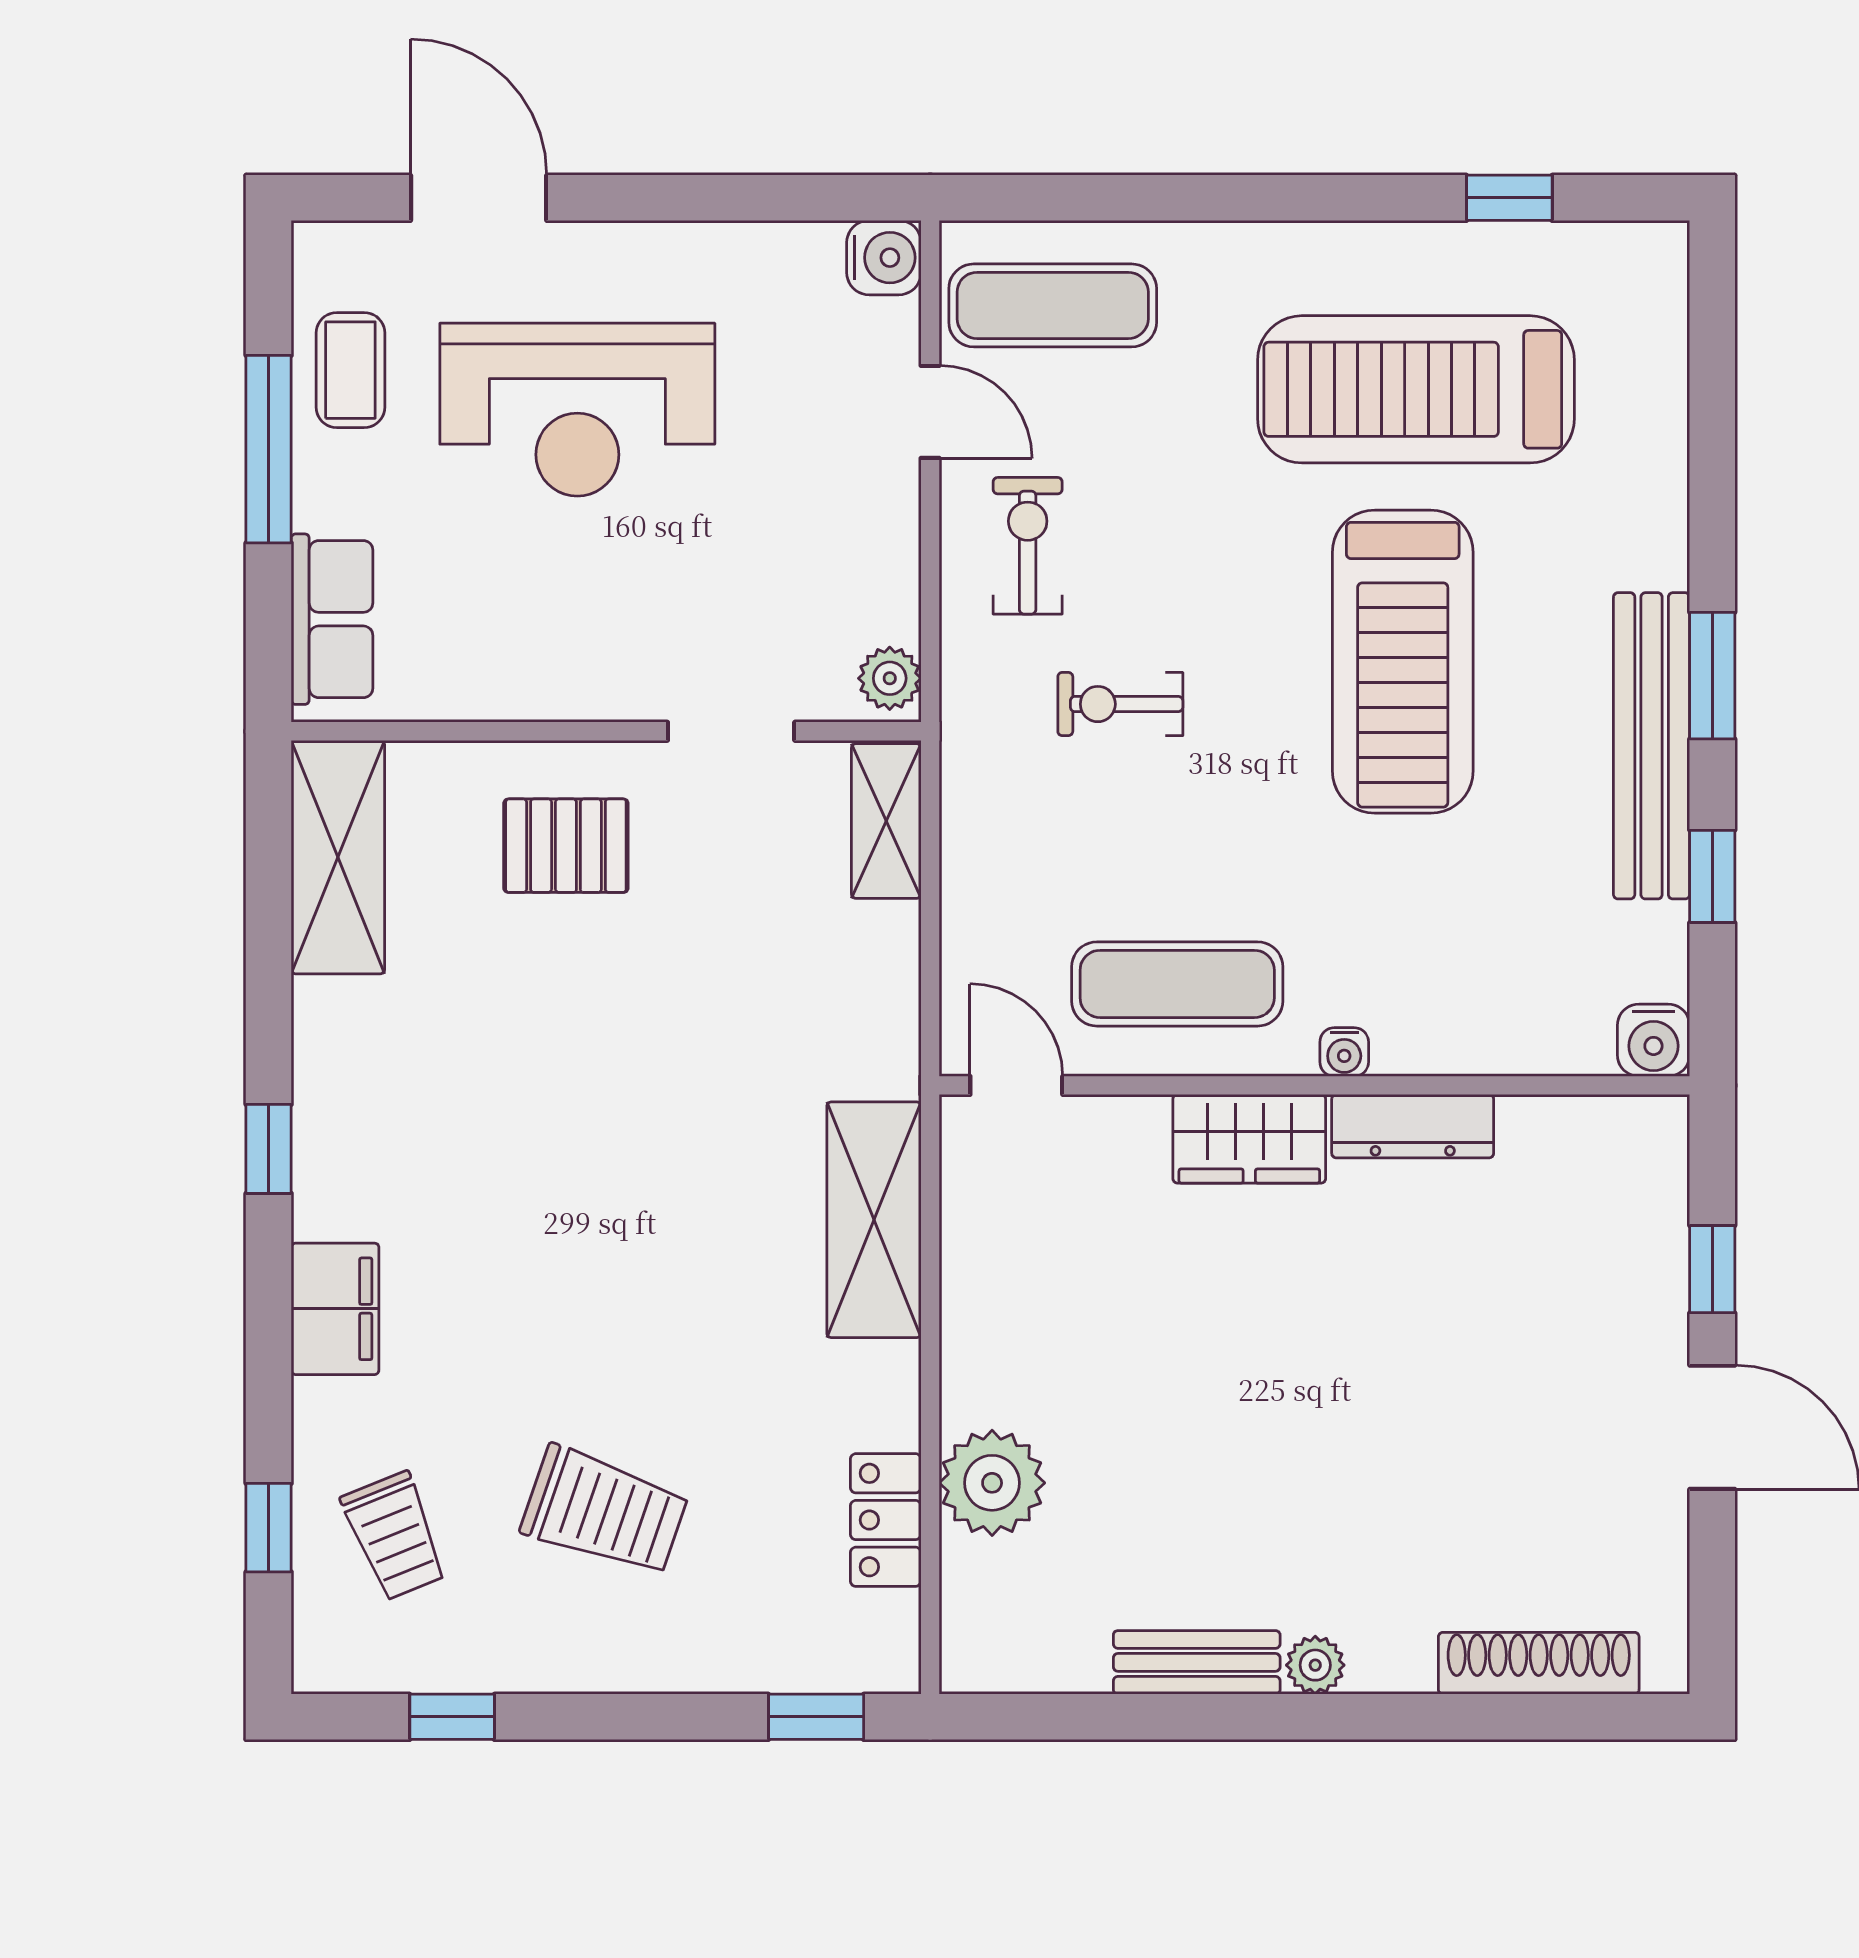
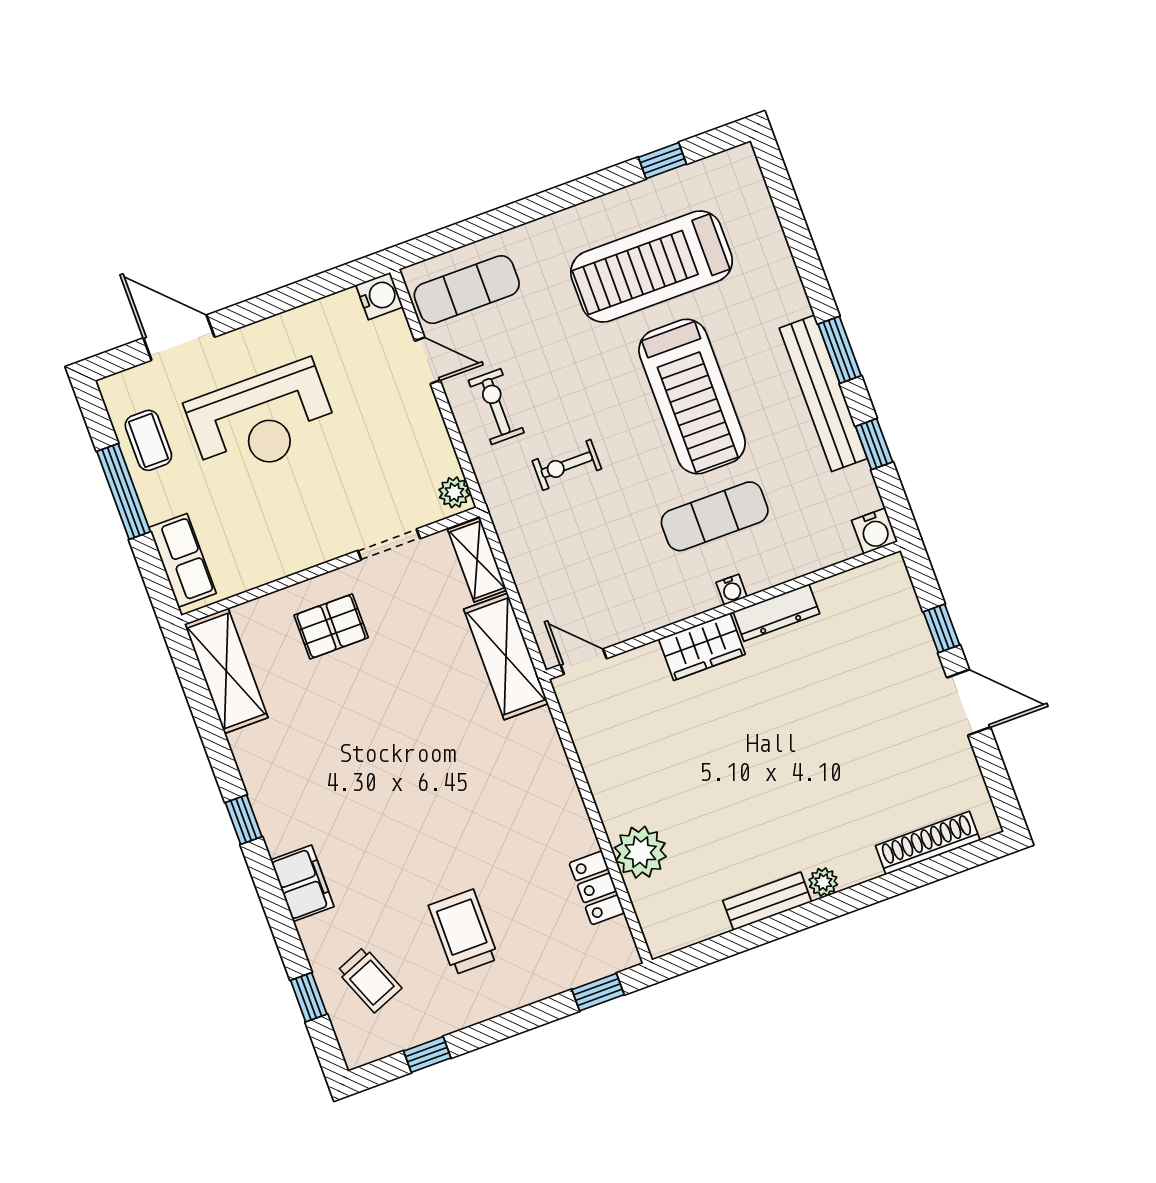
exercise mat: (1177, 984) -> (715, 516), moved
shelving: (874, 1220) -> (506, 656), moved
trolley: (605, 1511) -> (463, 932), turned -109

